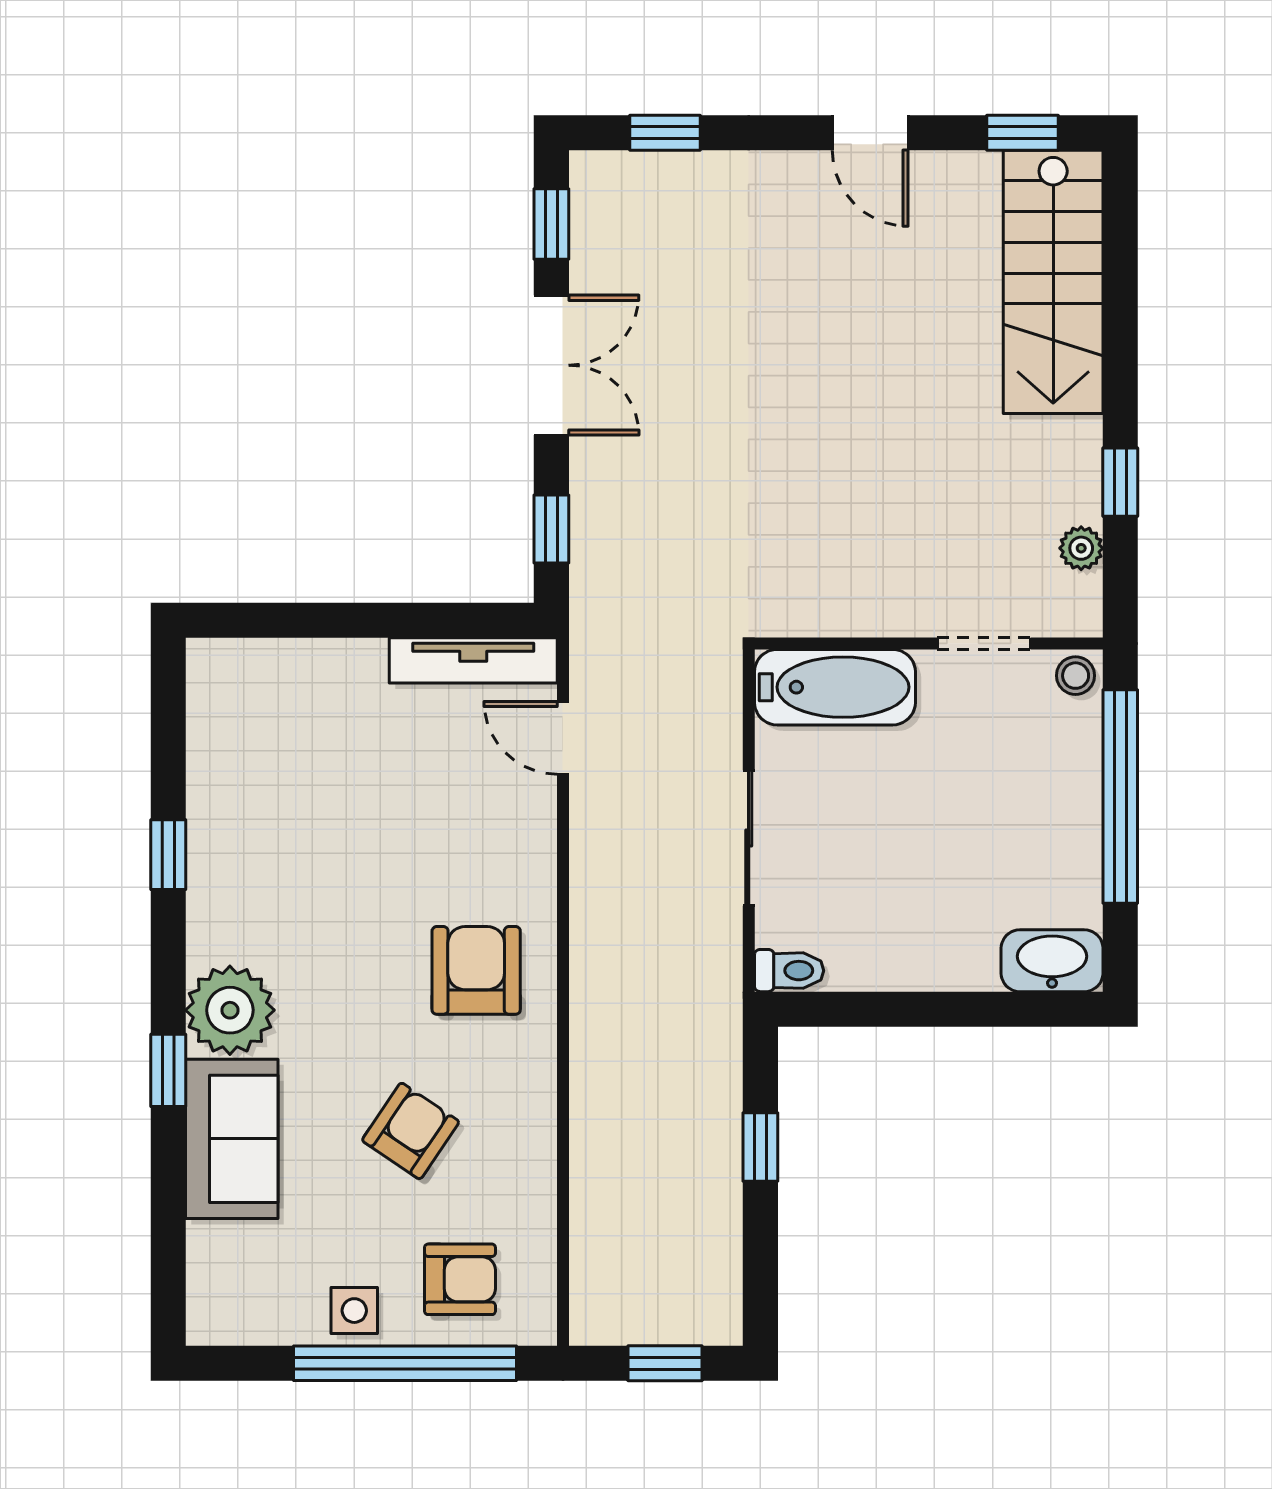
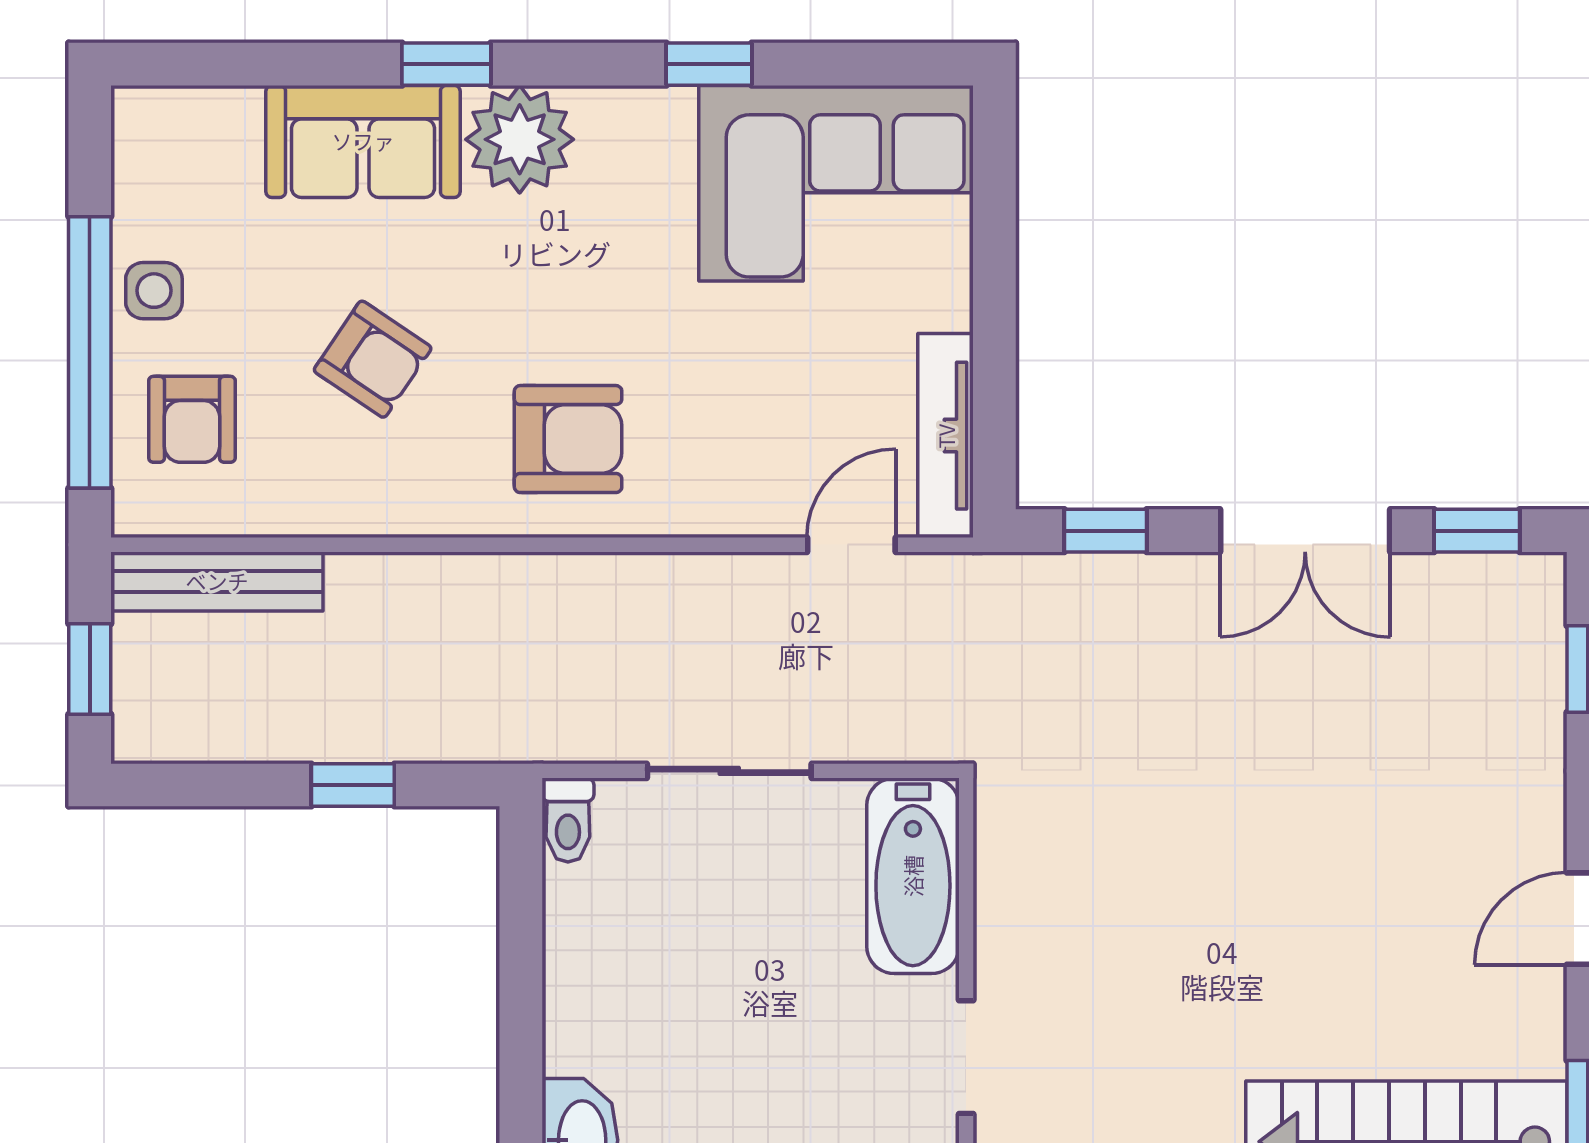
corner sofa: (266, 750) -> (836, 183), added
bench: (593, 1259) -> (217, 581), added

